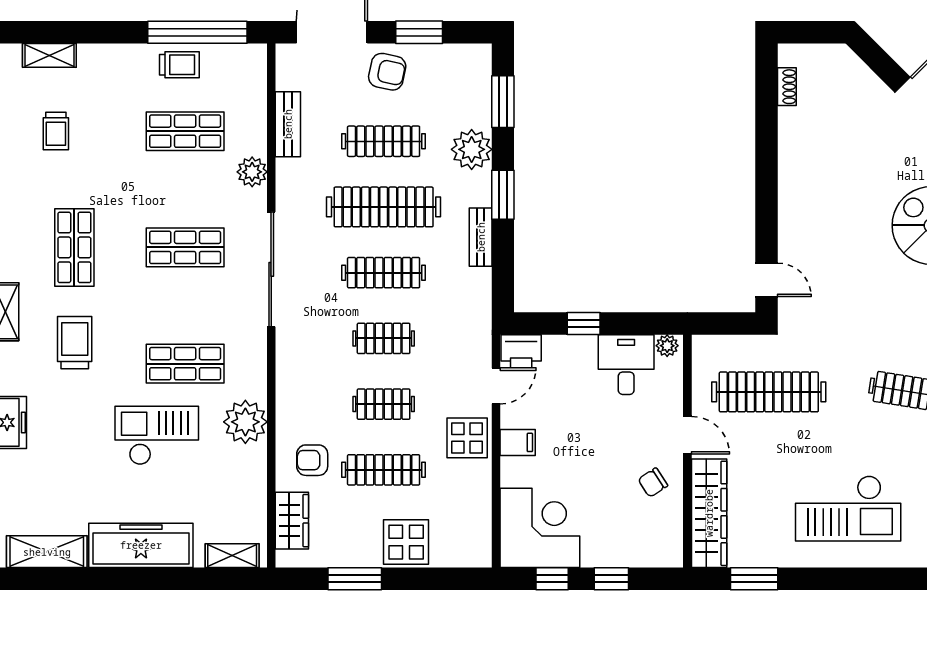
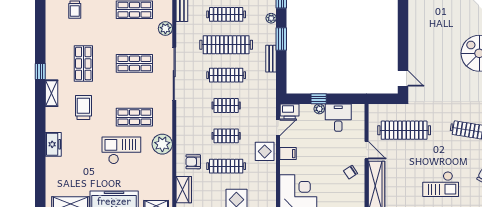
plant: (472, 149) -> (271, 18), width x0.53, depth x0.53
plant: (667, 346) -> (319, 109), moved
checkout: (848, 508) -> (441, 184), width x0.73, depth x0.83

